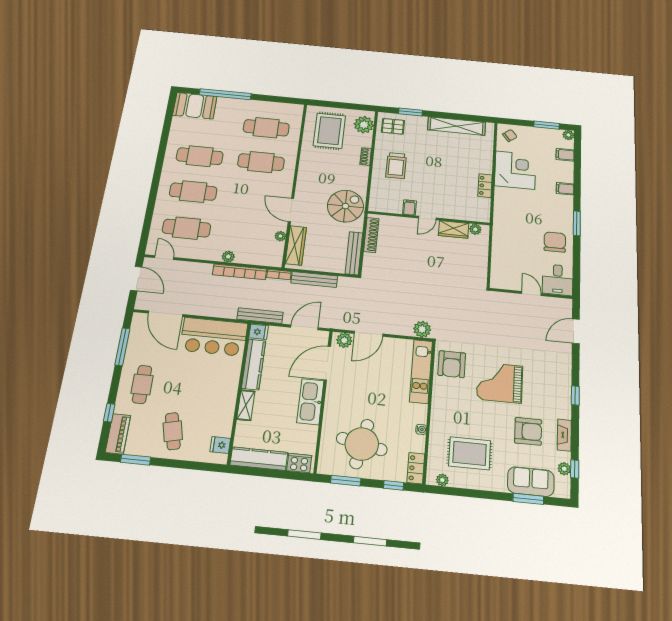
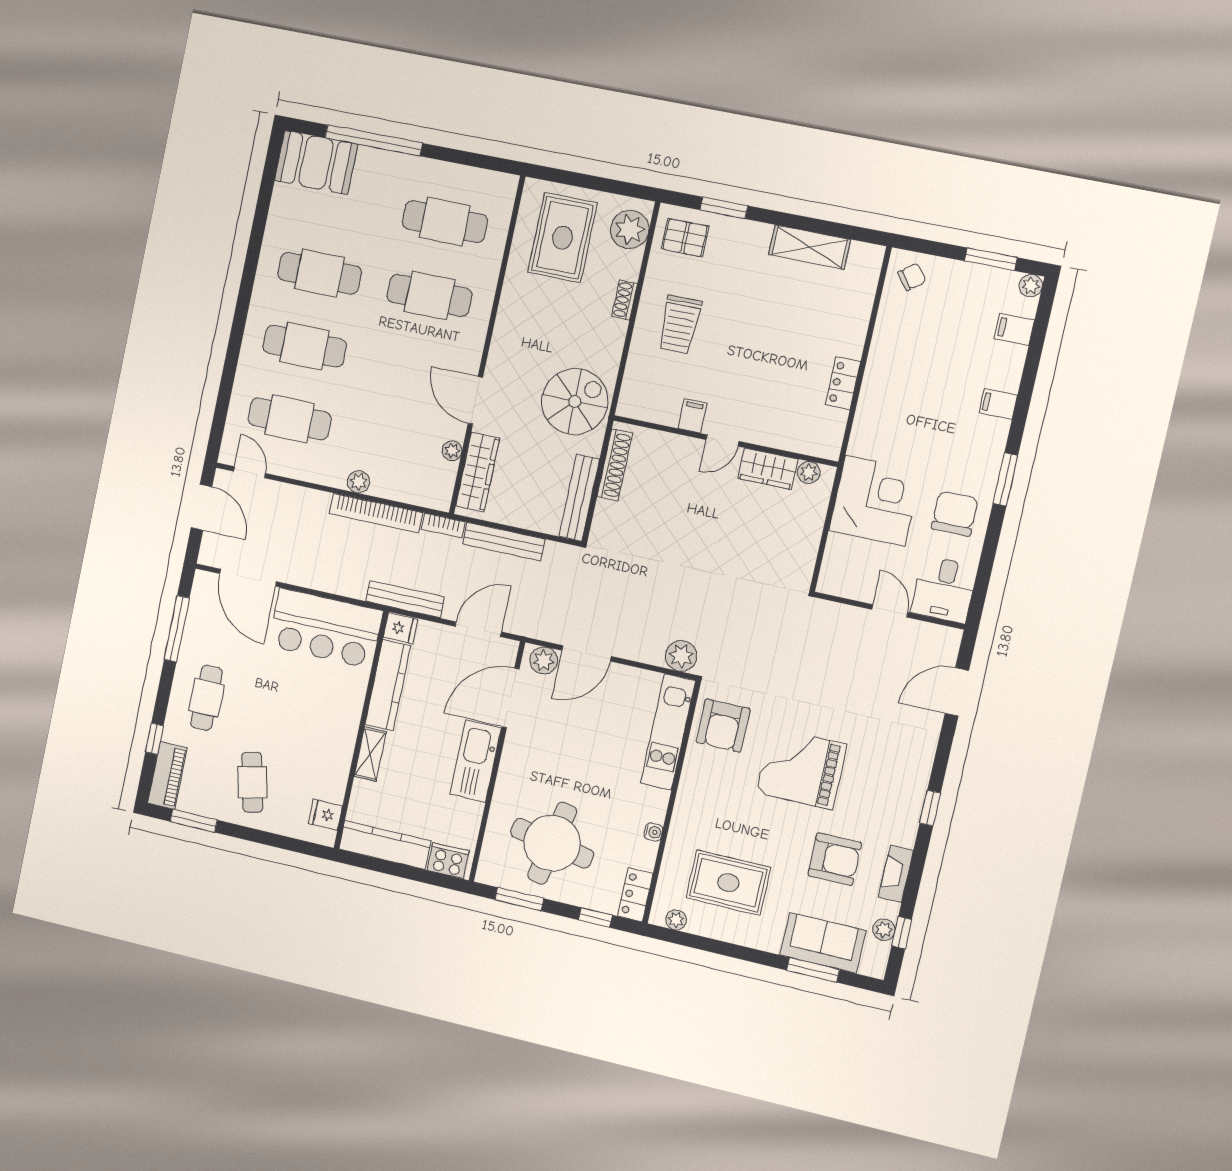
shelving: (457, 126) -> (810, 247), width x0.68
corner desk: (515, 170) -> (875, 501), moved

